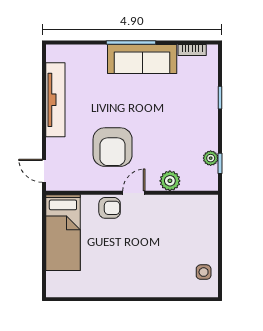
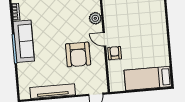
armchair: (113, 147) -> (78, 54), turned 90
bed: (63, 233) -> (148, 78), moved, turned 180

